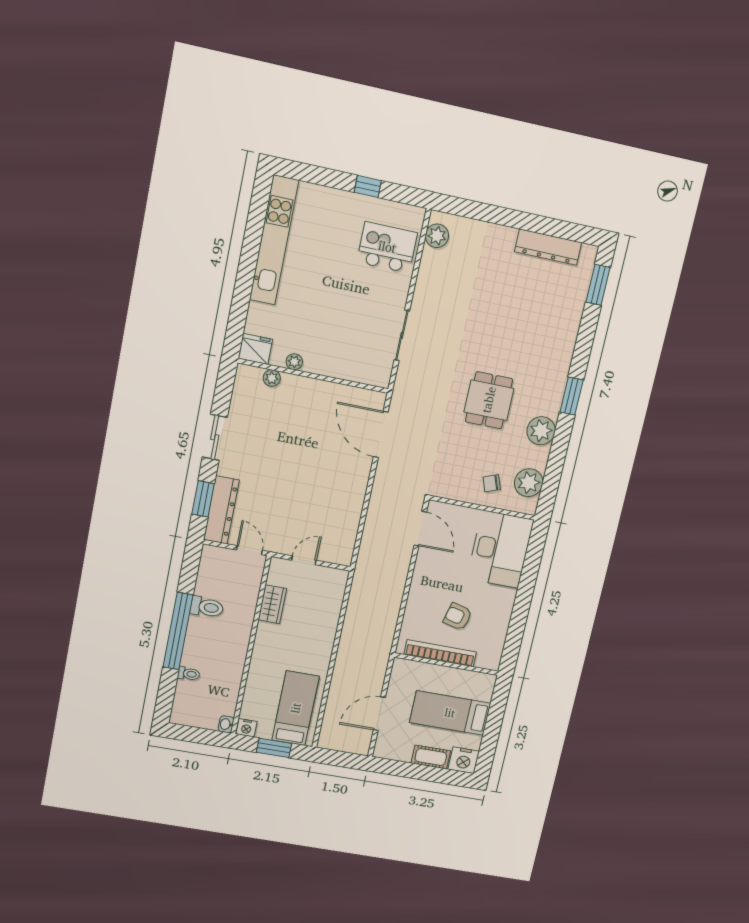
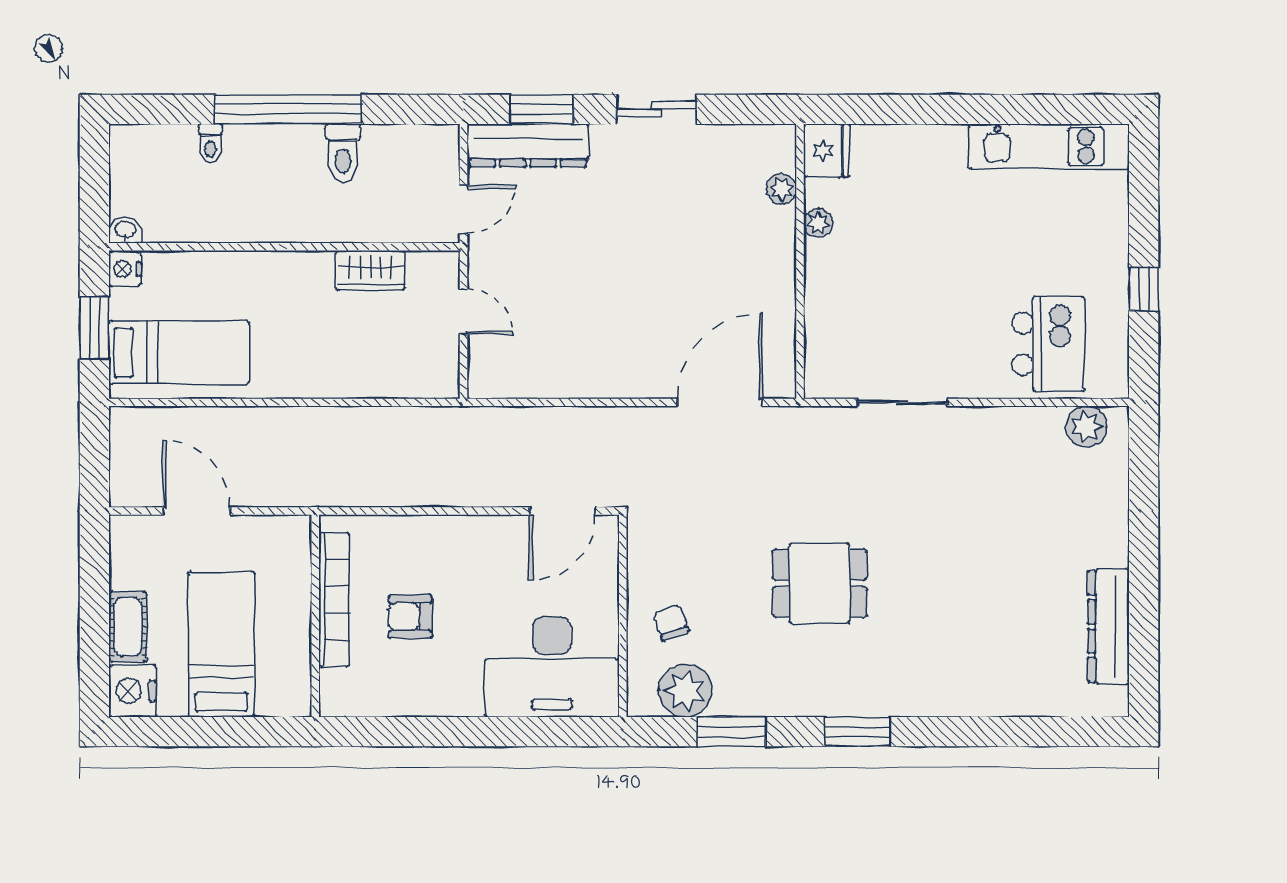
kitchen unit: (274, 240) -> (1049, 146), width x0.73
window: (598, 285) -> (732, 732), moved
plant: (541, 431) -> (784, 691), removed
armchair: (458, 617) -> (410, 617), turned -104

